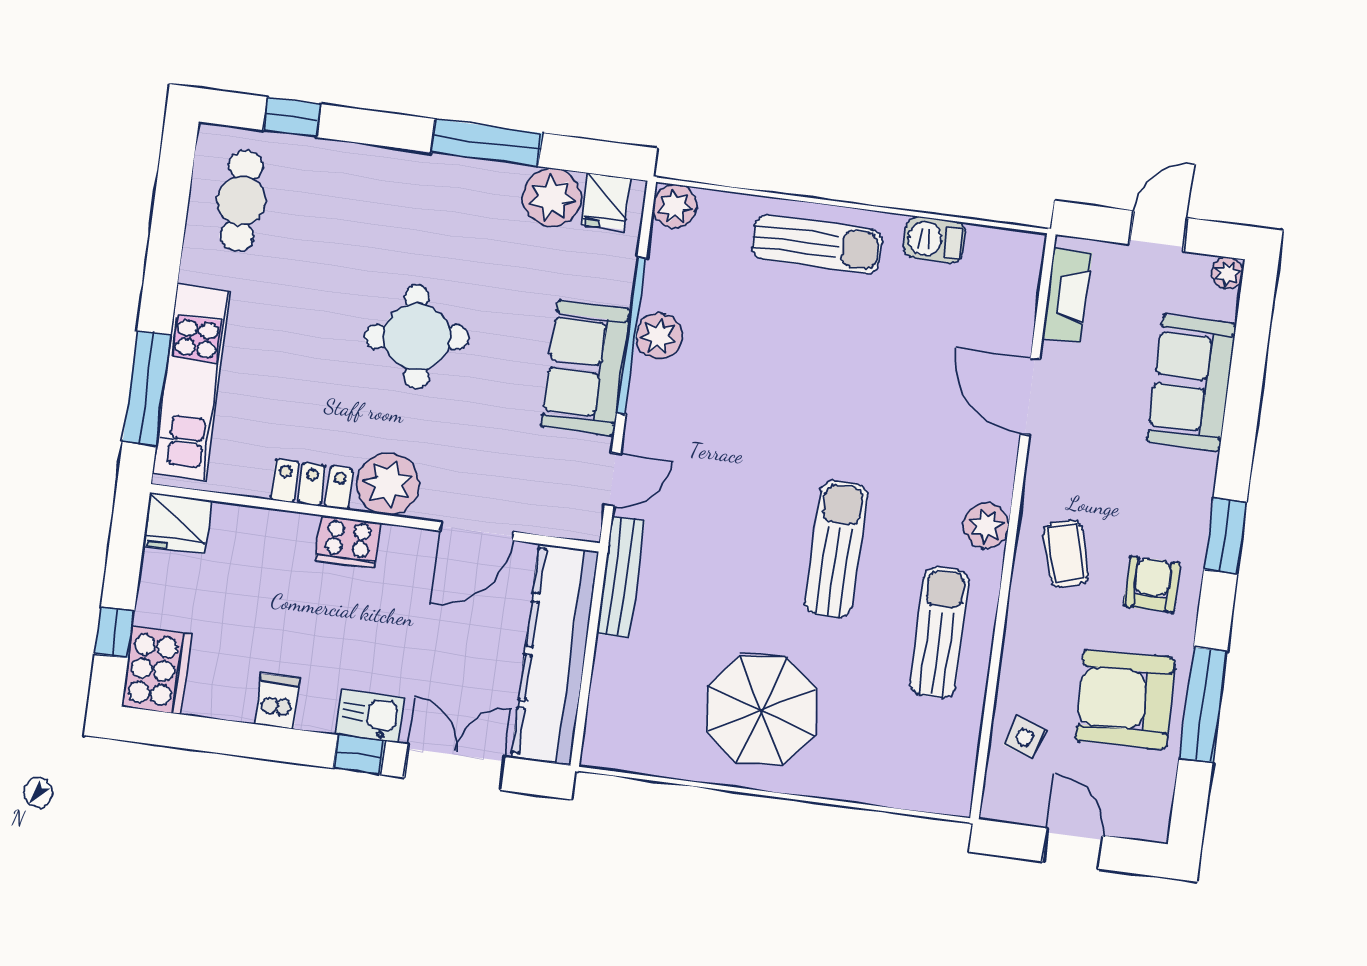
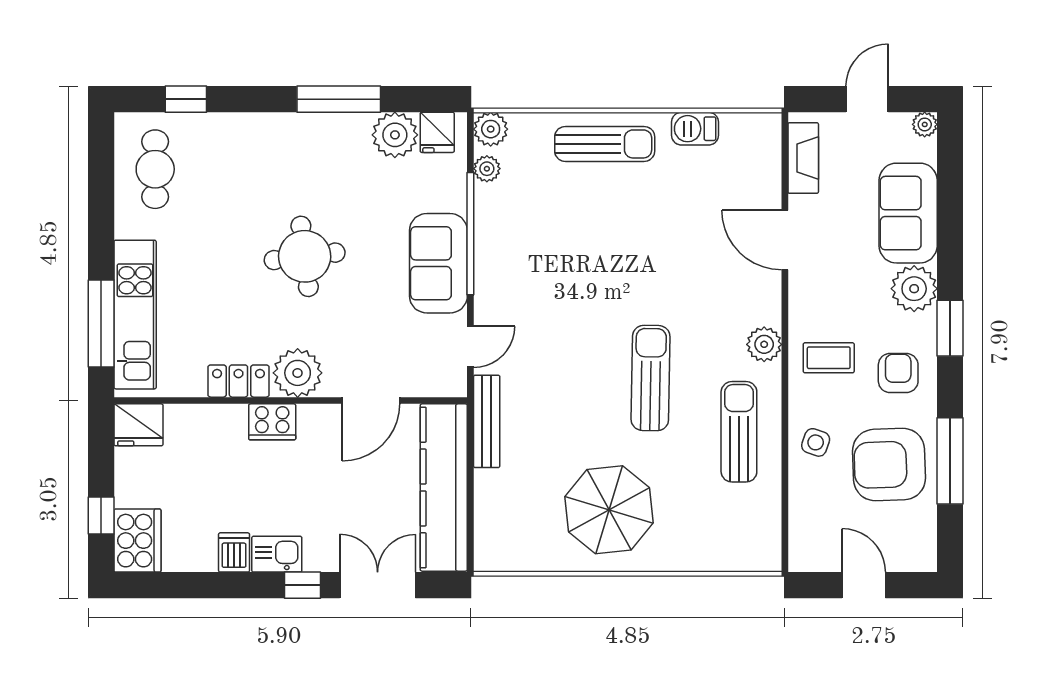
plant: (659, 336) -> (487, 169), moved, width x0.73, depth x0.73
plant: (1186, 480) -> (914, 289), added
coffee table: (1066, 554) -> (829, 358), turned -74
kitchen sink: (370, 716) -> (277, 554), moved
side table: (1025, 737) -> (816, 442), moved

